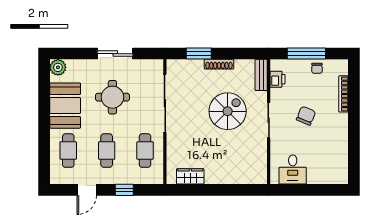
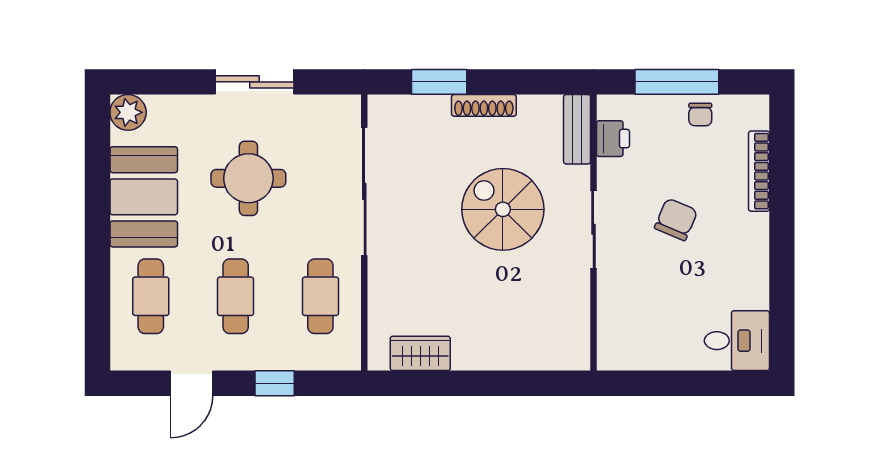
spiral stairs: (228, 111) -> (503, 209), turned -90
desk: (293, 170) -> (737, 341), moved, turned -90

